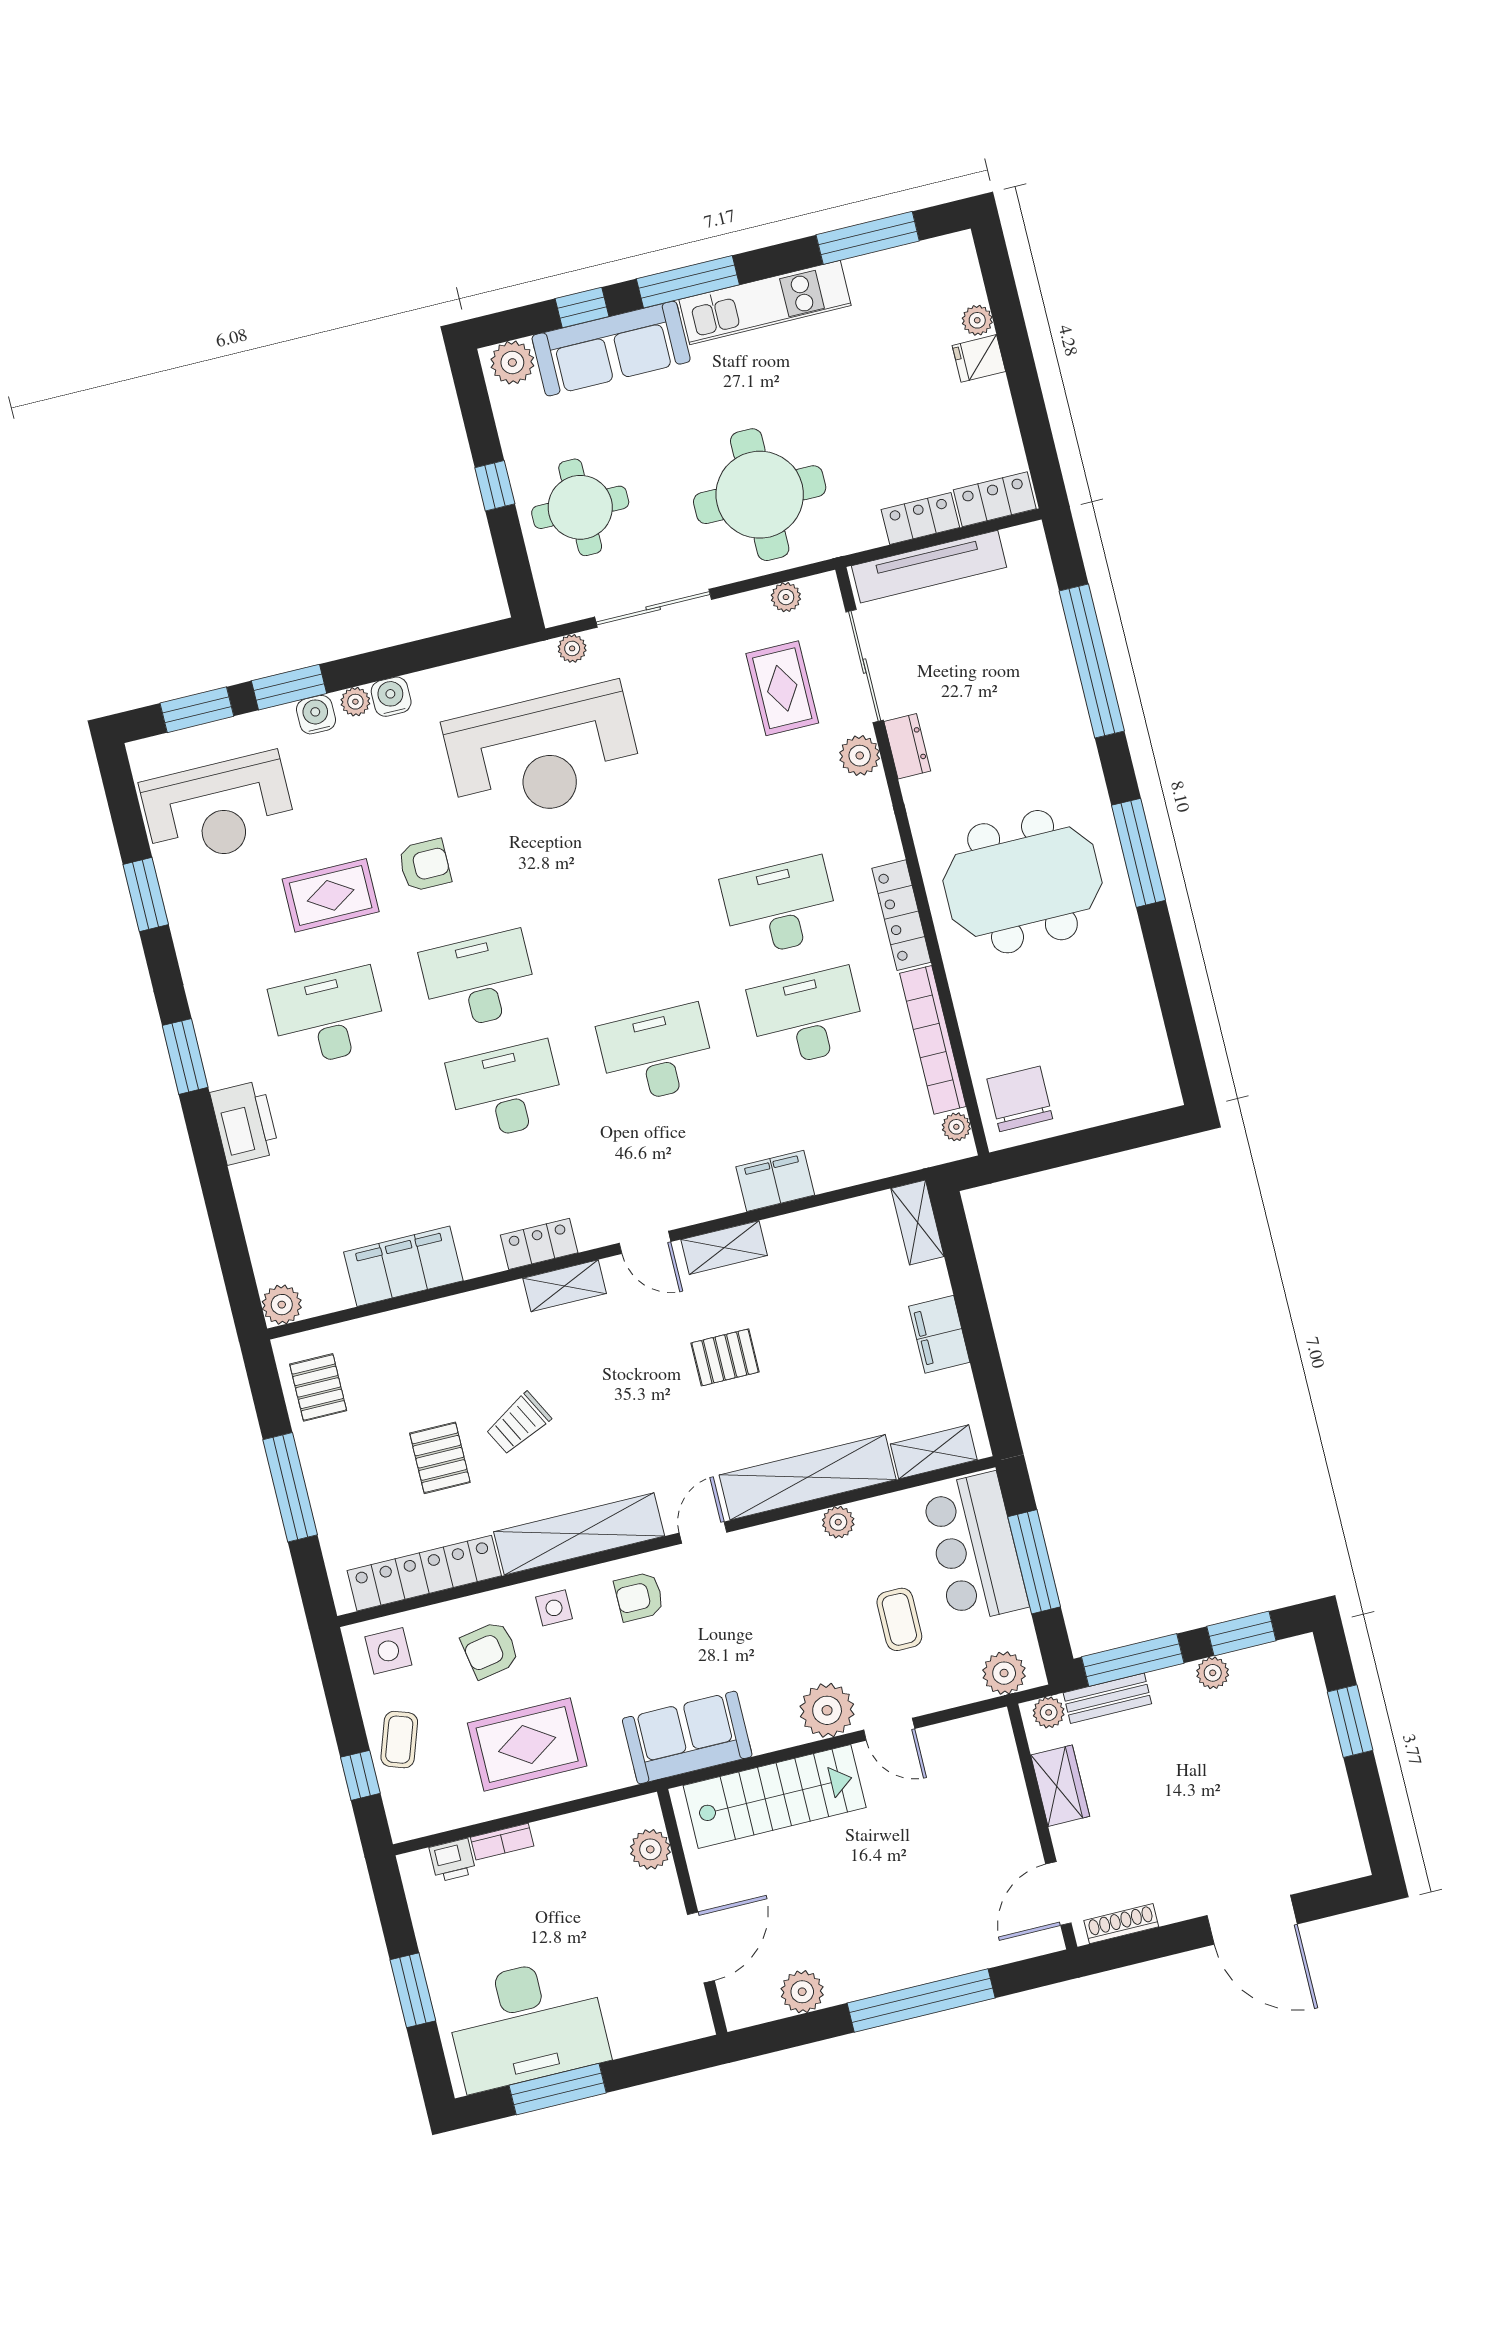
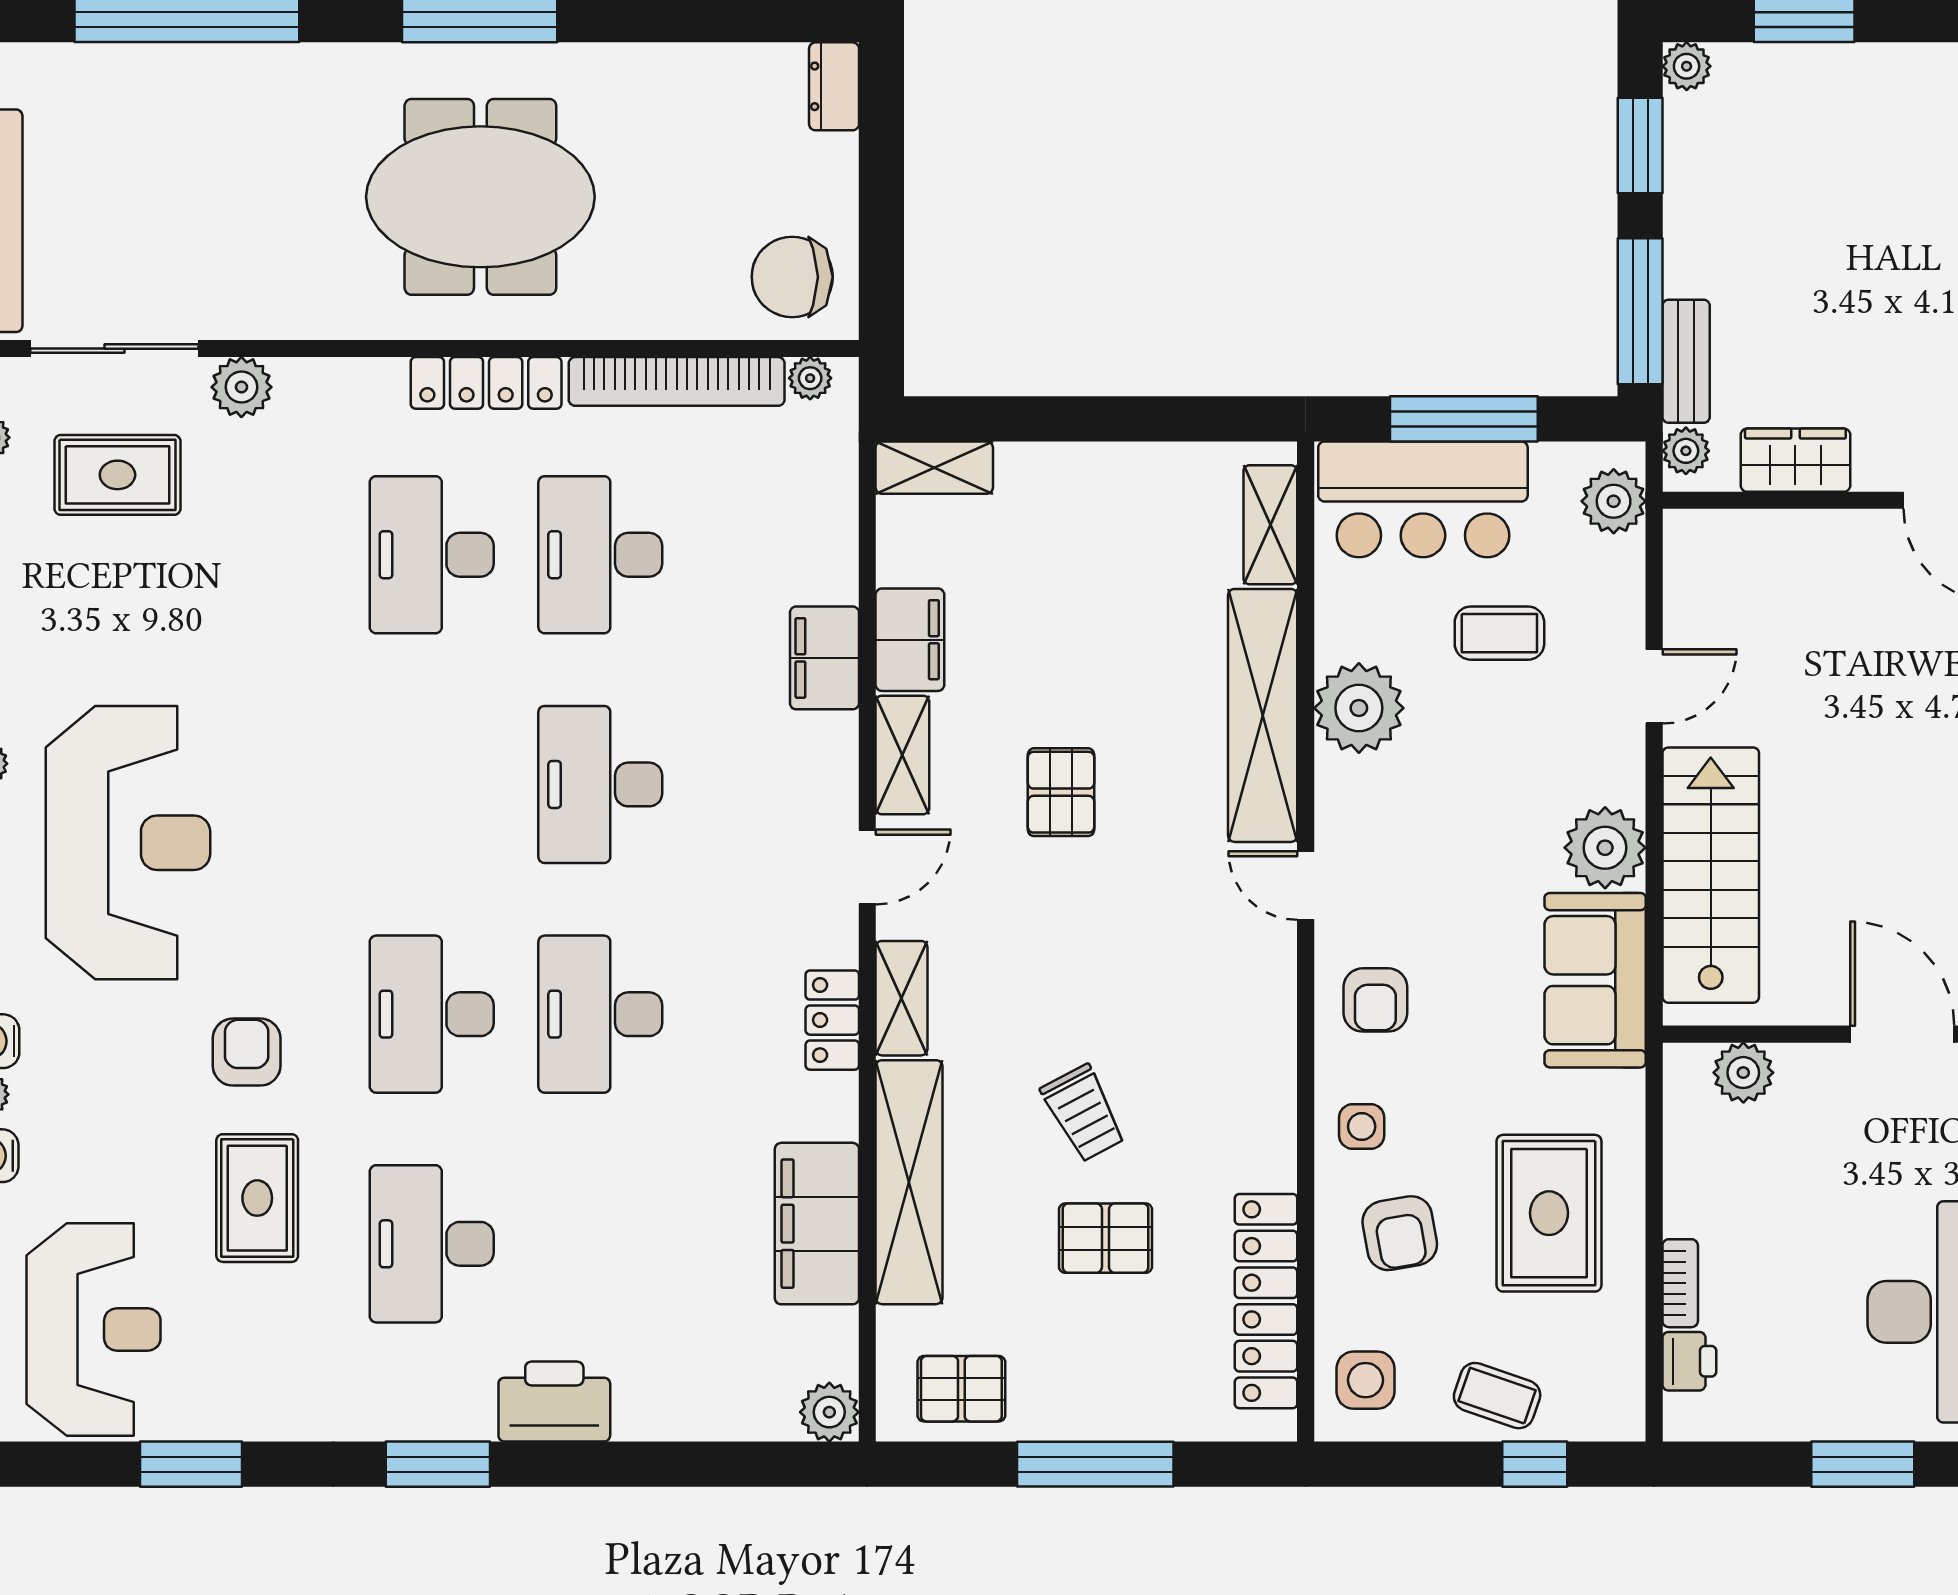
dresser: (907, 746) -> (834, 86), moved, turned -90
meeting table: (1023, 882) -> (480, 197), turned 90
filing cabinet: (939, 1334) -> (910, 640), moved, turned -90
plant: (838, 1522) -> (1359, 708), width x1.88, depth x1.88
shelving: (579, 1534) -> (909, 1182), moved
plant: (1213, 1673) -> (1687, 66), moved
plant: (827, 1710) -> (1605, 848), moved

